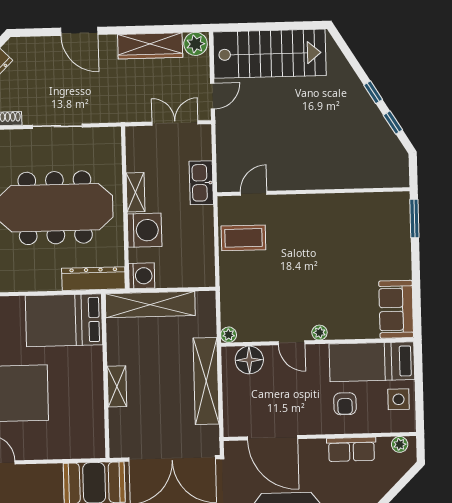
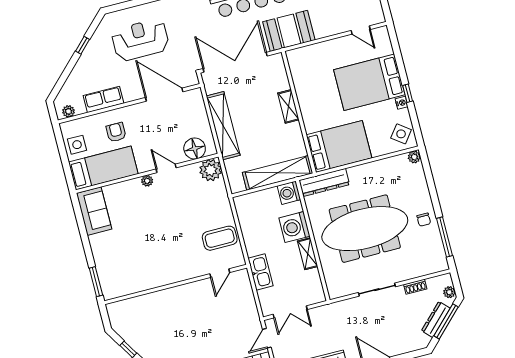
plant: (229, 335) -> (211, 170), width x1.87, depth x1.87

